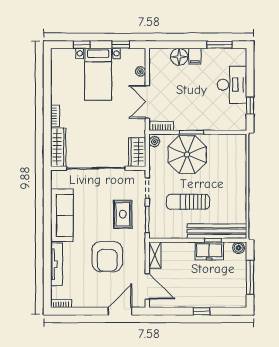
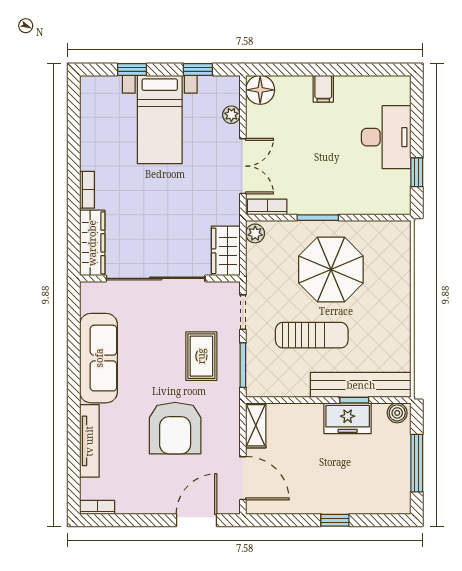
window: (220, 45) -> (365, 70), removed
floor lamp: (179, 57) -> (260, 90), moved
double door: (147, 102) -> (243, 166), swing flipped
parasol: (187, 155) -> (331, 270), moved
sun lounger: (188, 202) -> (312, 335), turned 180

